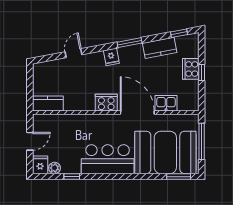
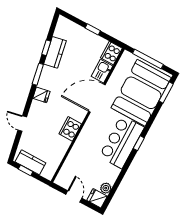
window: (179, 33) -> (46, 48), moved
cooker: (191, 69) -> (111, 53), moved, turned 90
window: (30, 81) -> (26, 170), added
kitchen counter: (48, 103) -> (30, 162), moved, turned 90
cooker: (106, 103) -> (70, 129), moved
window: (72, 177) -> (139, 143), moved

